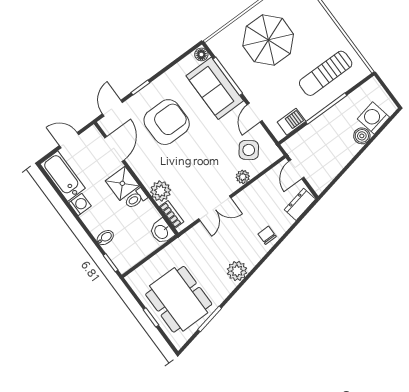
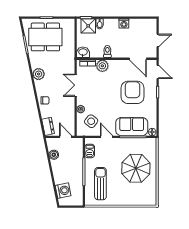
armchair: (167, 122) -> (133, 92), turned 180
boiler: (362, 136) -> (54, 155), moved
bathtub: (63, 176) -> (143, 25), removed
shower: (122, 183) -> (88, 26), moved

